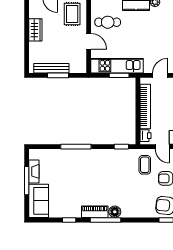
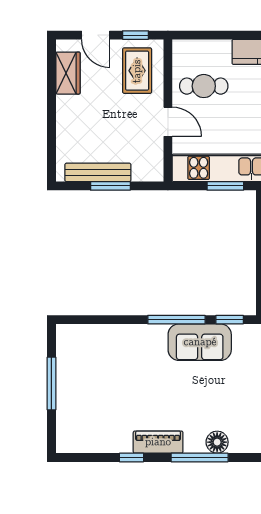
wardrobe: (35, 30) -> (68, 73), moved
window: (76, 147) -> (176, 320), moved
fireplace: (34, 171) -> (65, 366), removed
sofa: (39, 201) -> (200, 342), moved, turned 90
piano: (95, 212) -> (158, 442), moved

